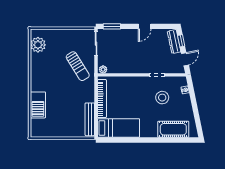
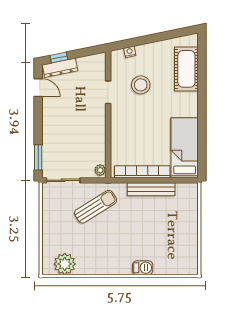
door: (145, 26) -> (38, 88), moved
door: (185, 59) -> (86, 52), removed
barbecue: (38, 105) -> (143, 268), width x0.53, depth x0.65
bench: (90, 119) -> (151, 189), moved

